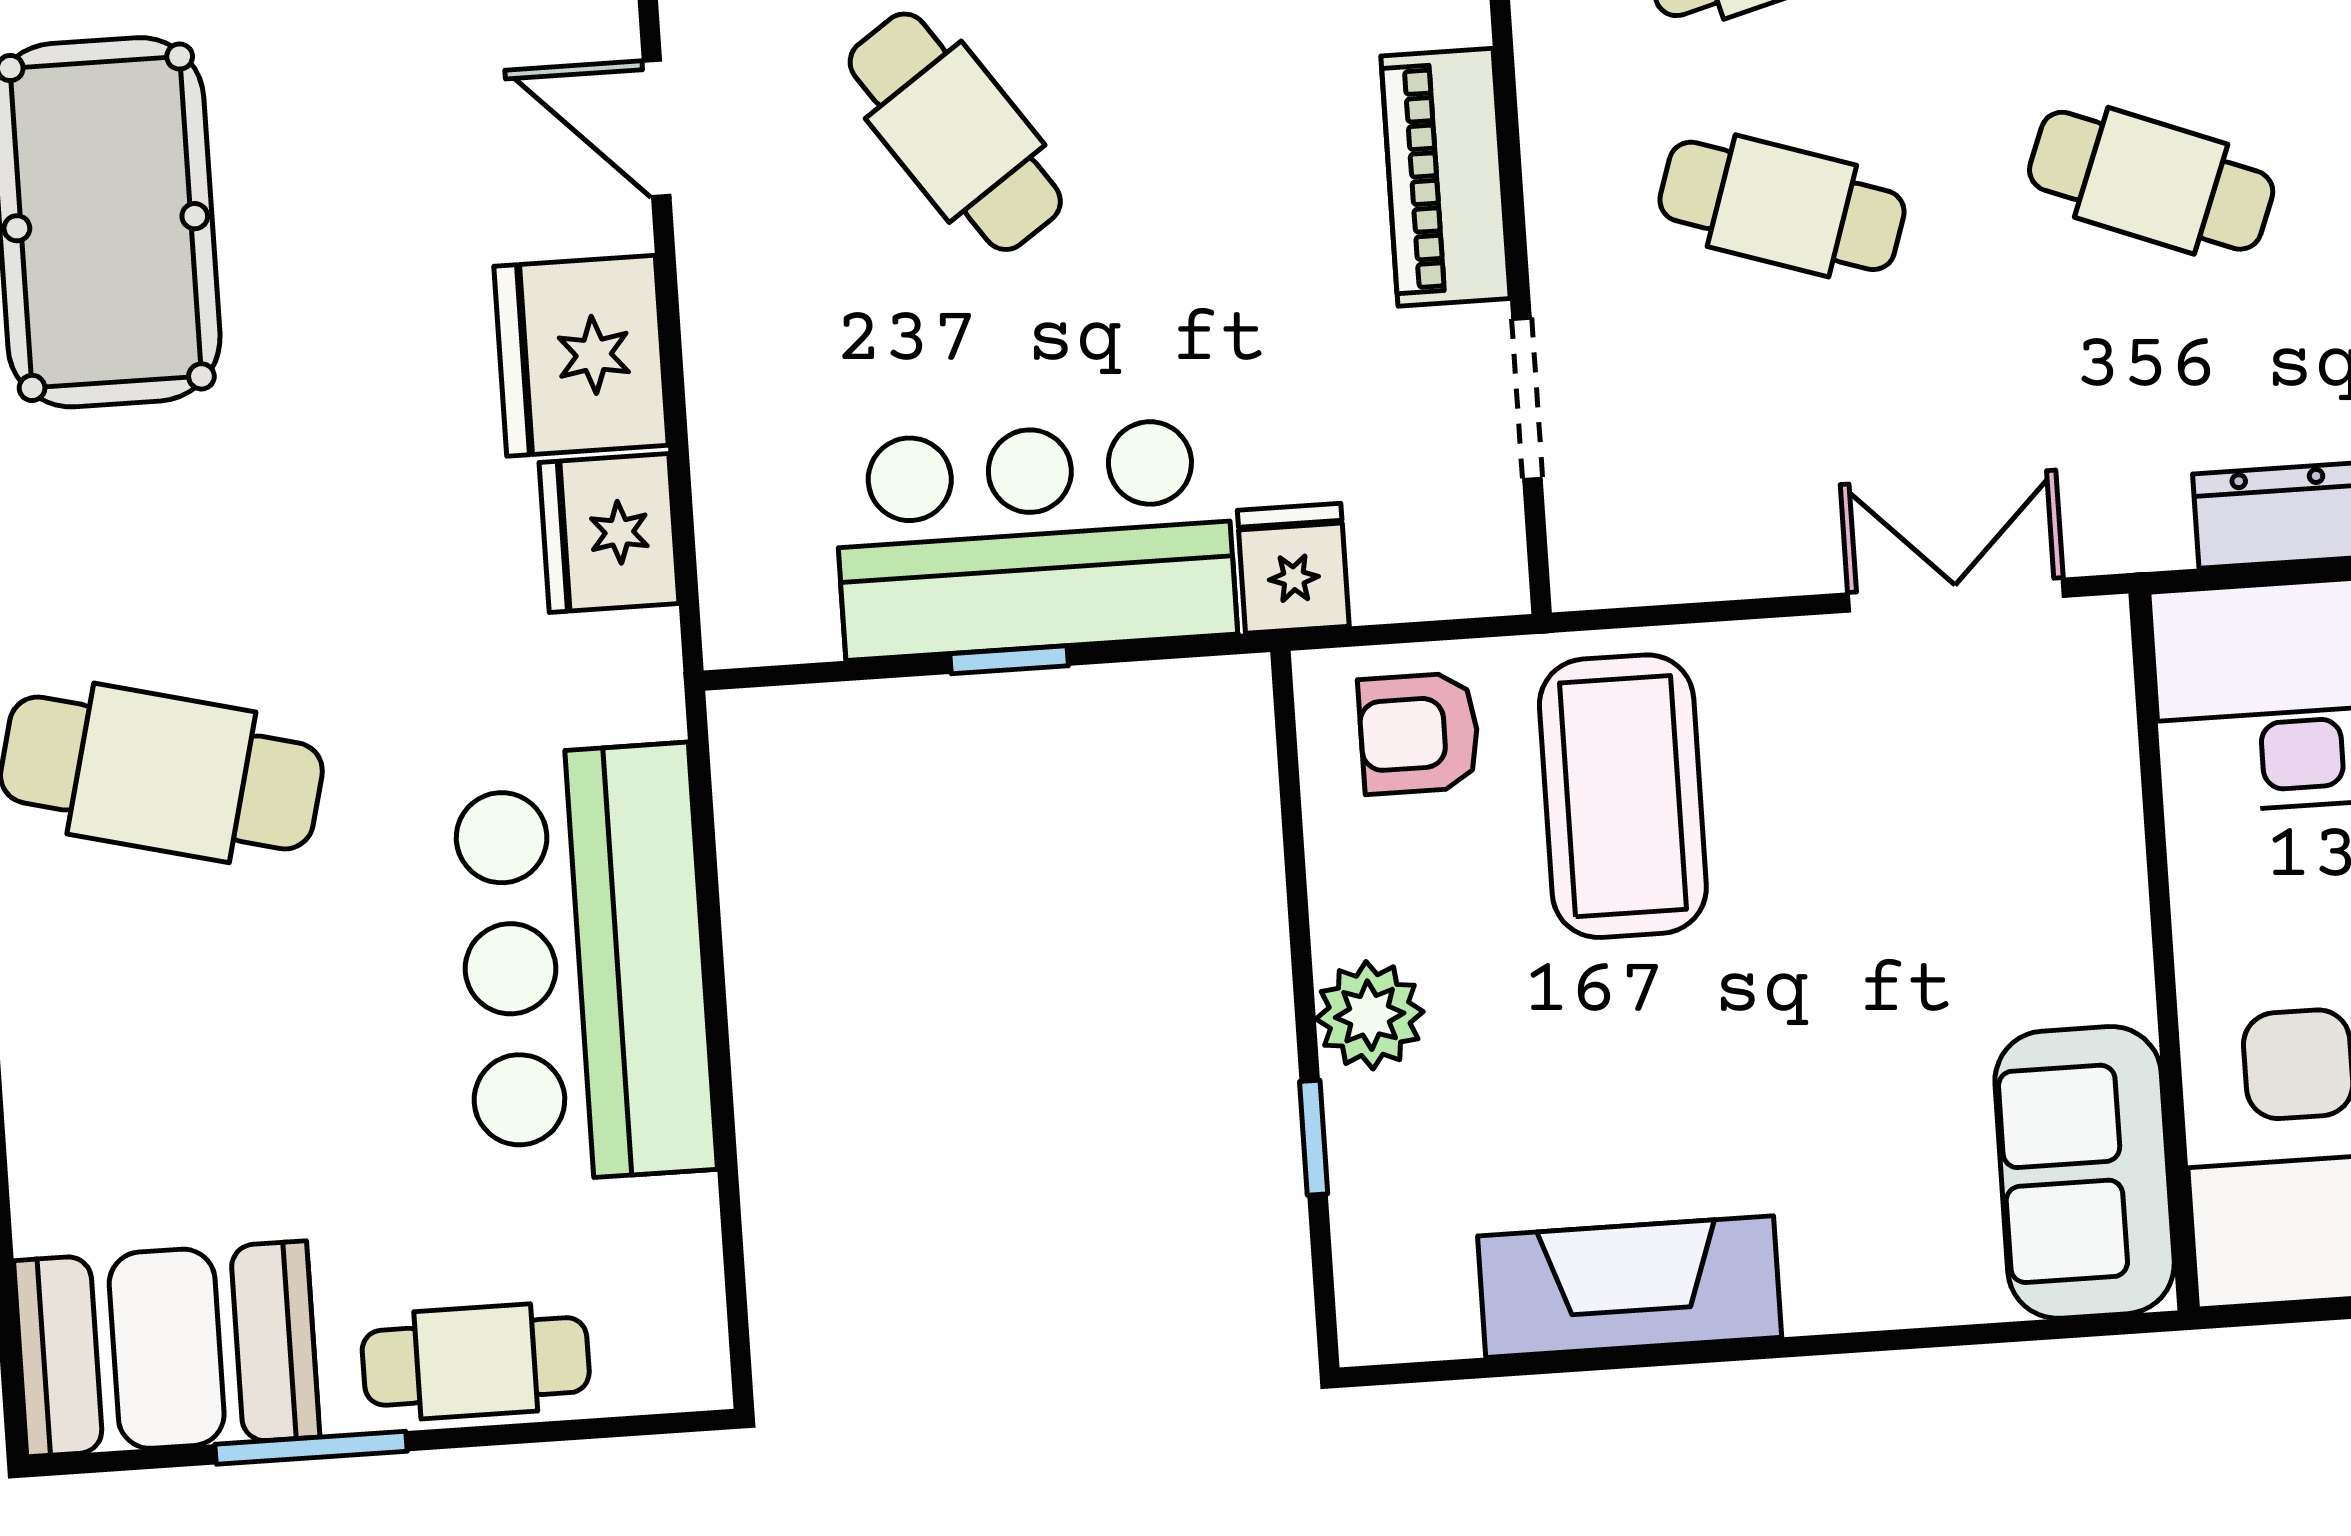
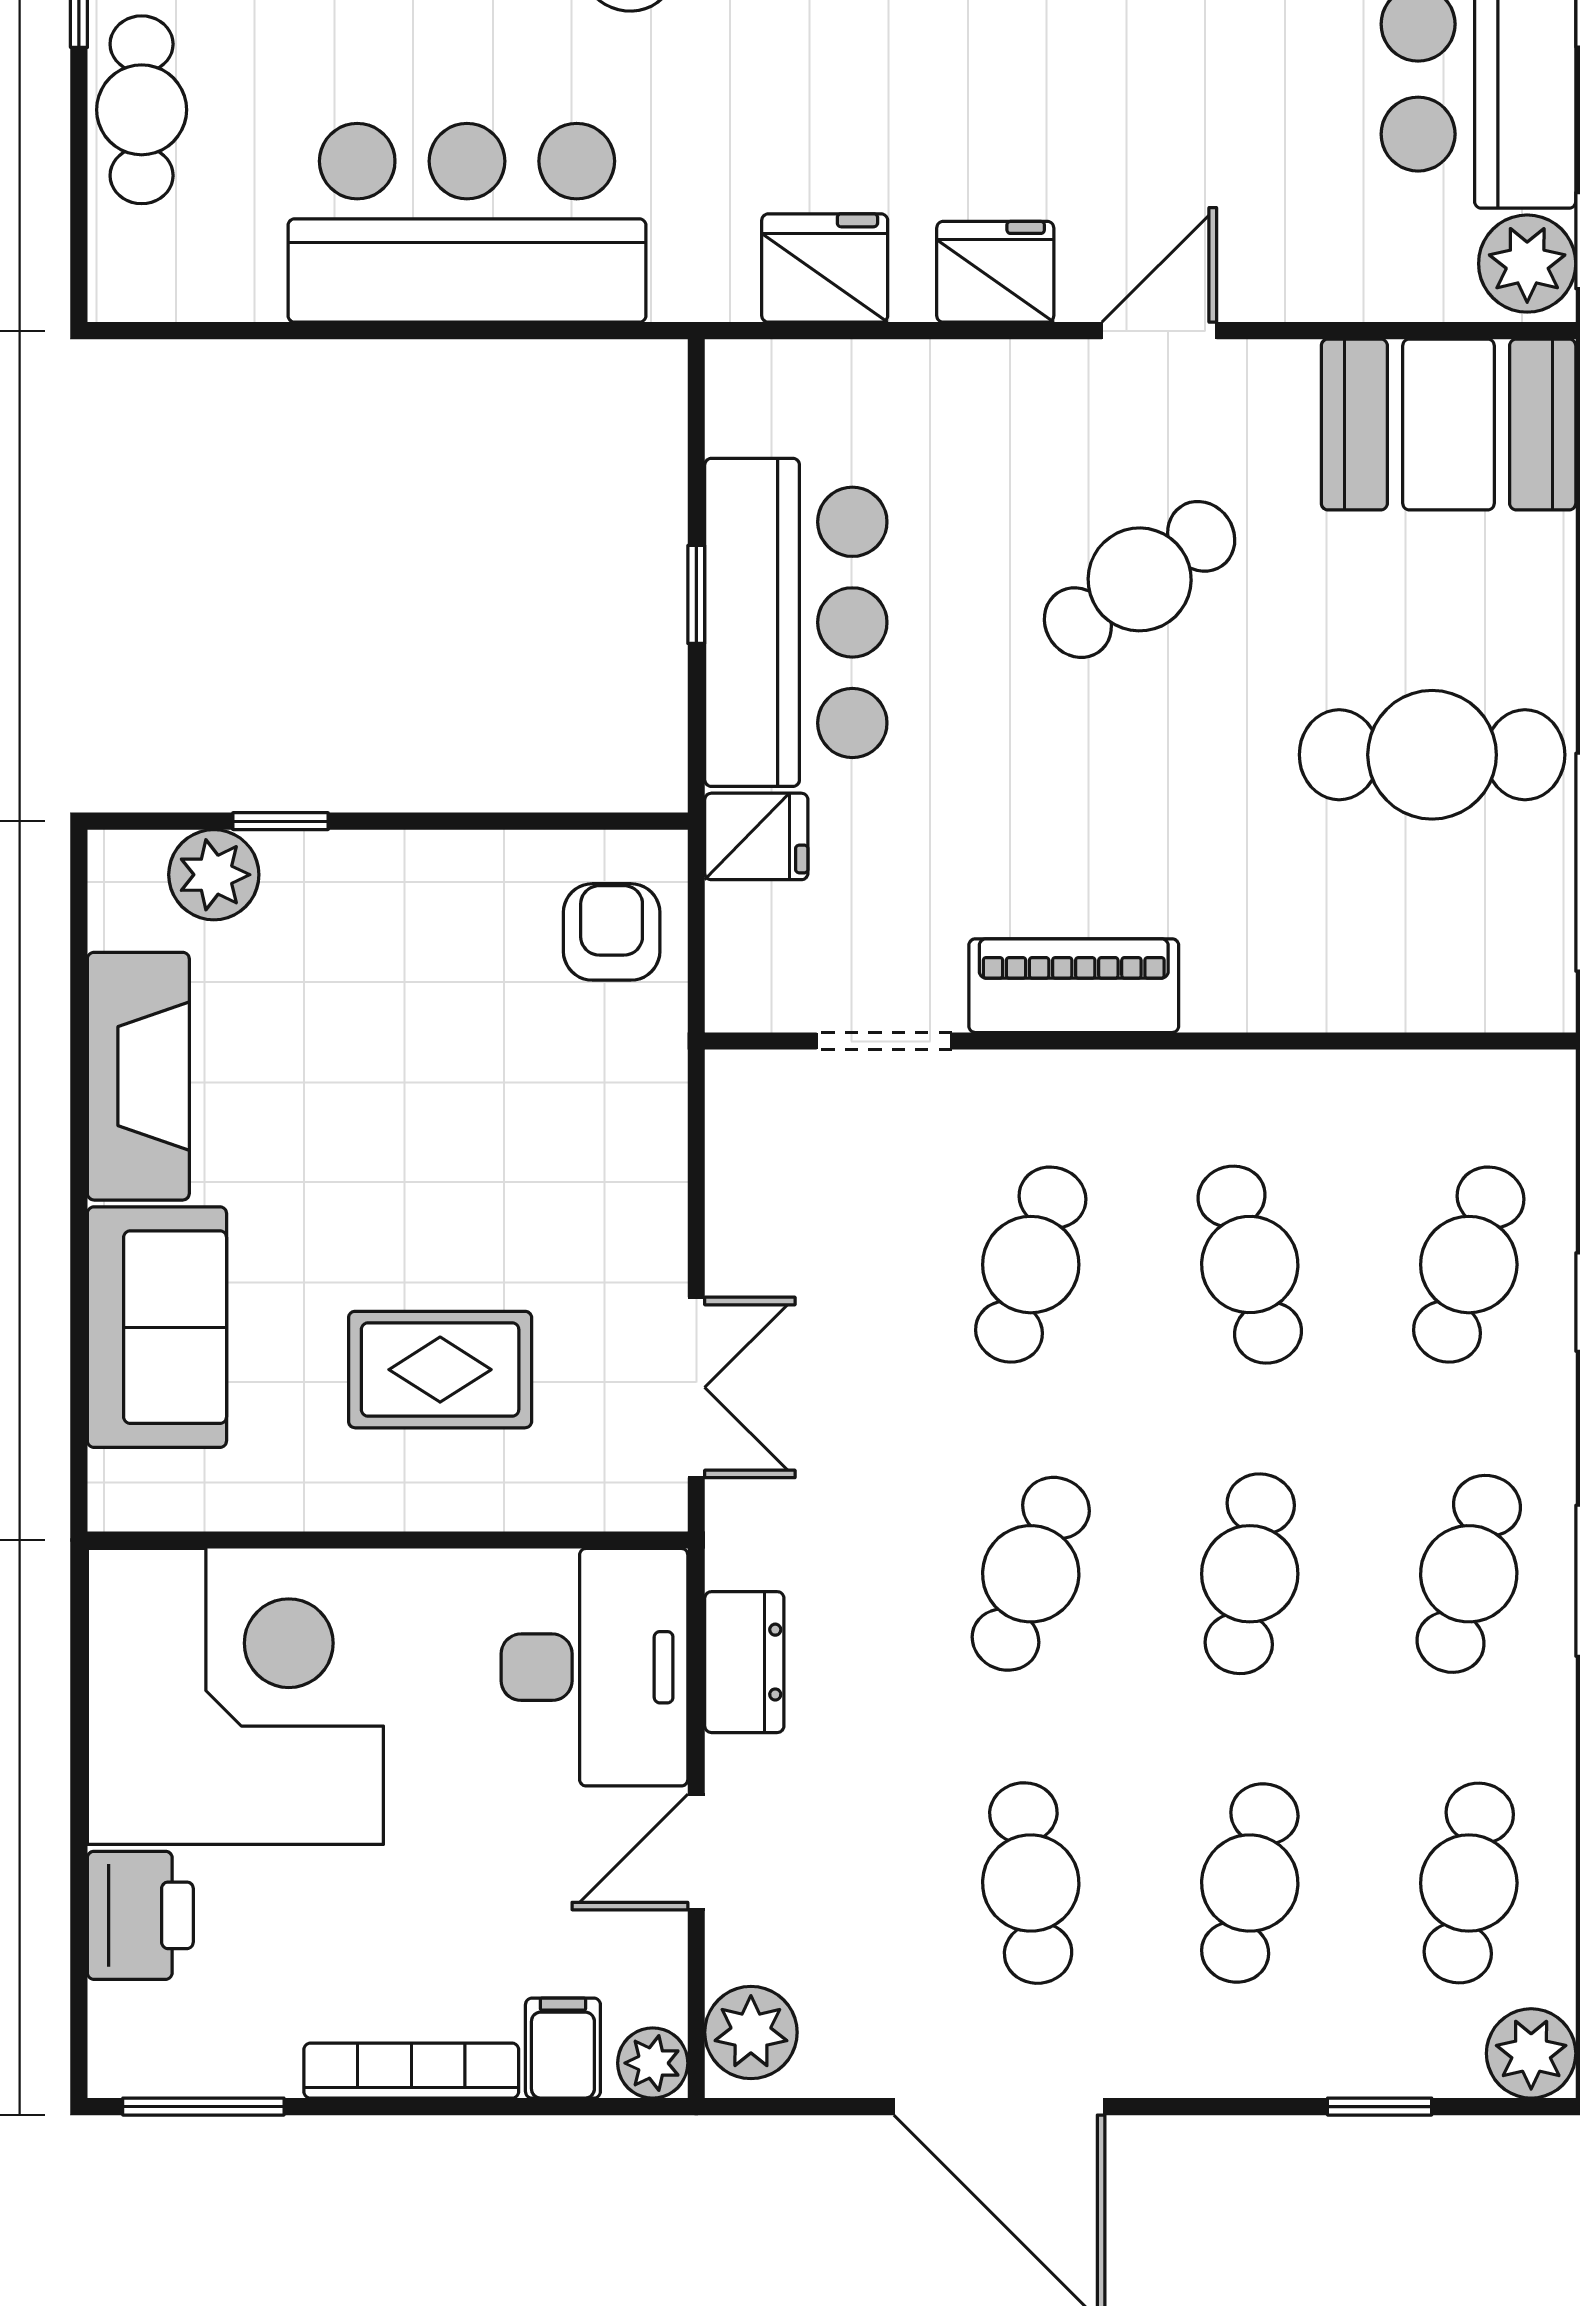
fridge: (581, 356) -> (995, 272), width x0.73, depth x0.75
coffee table: (1623, 796) -> (548, 1098), removed
rug: (1955, 903) -> (440, 1370), added
plant: (1370, 1015) -> (214, 875), moved
sofa: (2085, 1172) -> (157, 1327), moved, turned 90

